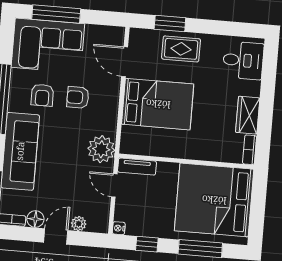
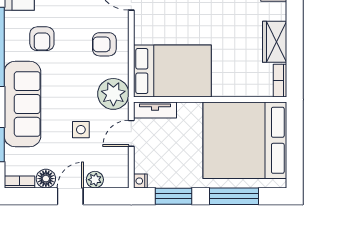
armchair: (78, 97) -> (104, 44), moved
bed: (158, 104) -> (172, 71), moved
side table: (70, 178) -> (81, 130), added
door: (114, 185) -> (131, 133), hinge flipped
window: (147, 244) -> (173, 196), width x1.50

